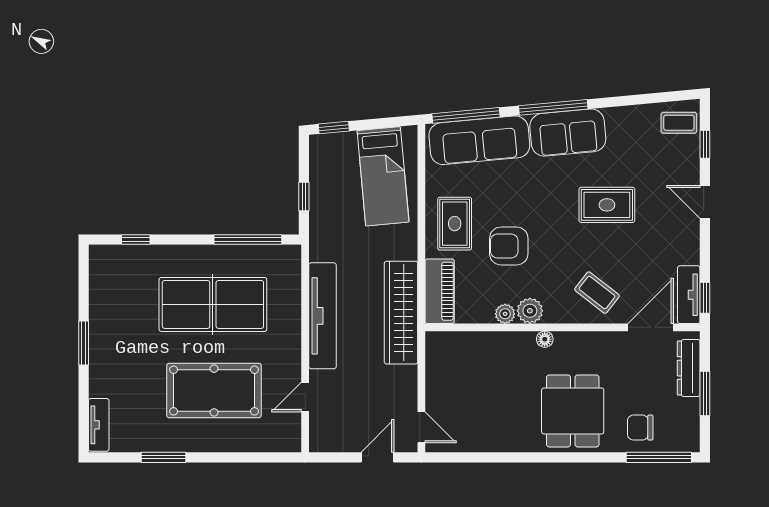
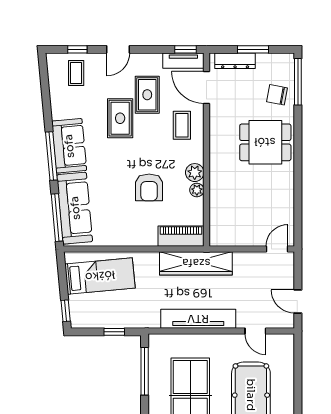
coffee table: (679, 123) -> (76, 73), moved
rug: (455, 224) -> (147, 95), moved, turned 90
coffee table: (597, 293) -> (182, 125), turned -38
floor lamp: (545, 339) -> (215, 162), removed
chair: (640, 428) -> (277, 95), turned 101
door: (377, 457) -> (298, 301), moved

